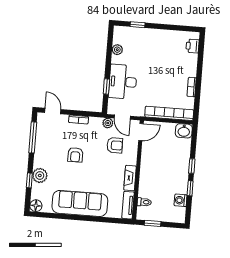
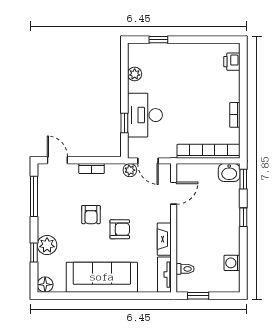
door: (141, 132) -> (174, 193), moved
armchair: (115, 145) -> (120, 229), moved
window: (190, 188) -> (243, 179), moved

